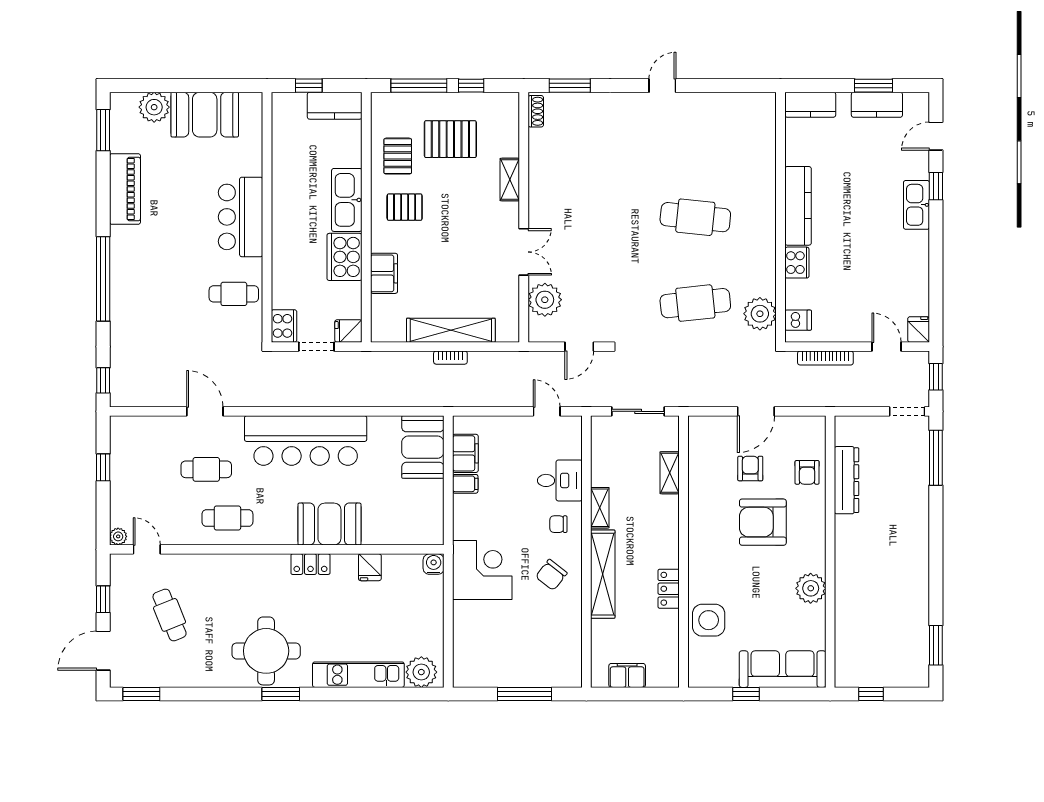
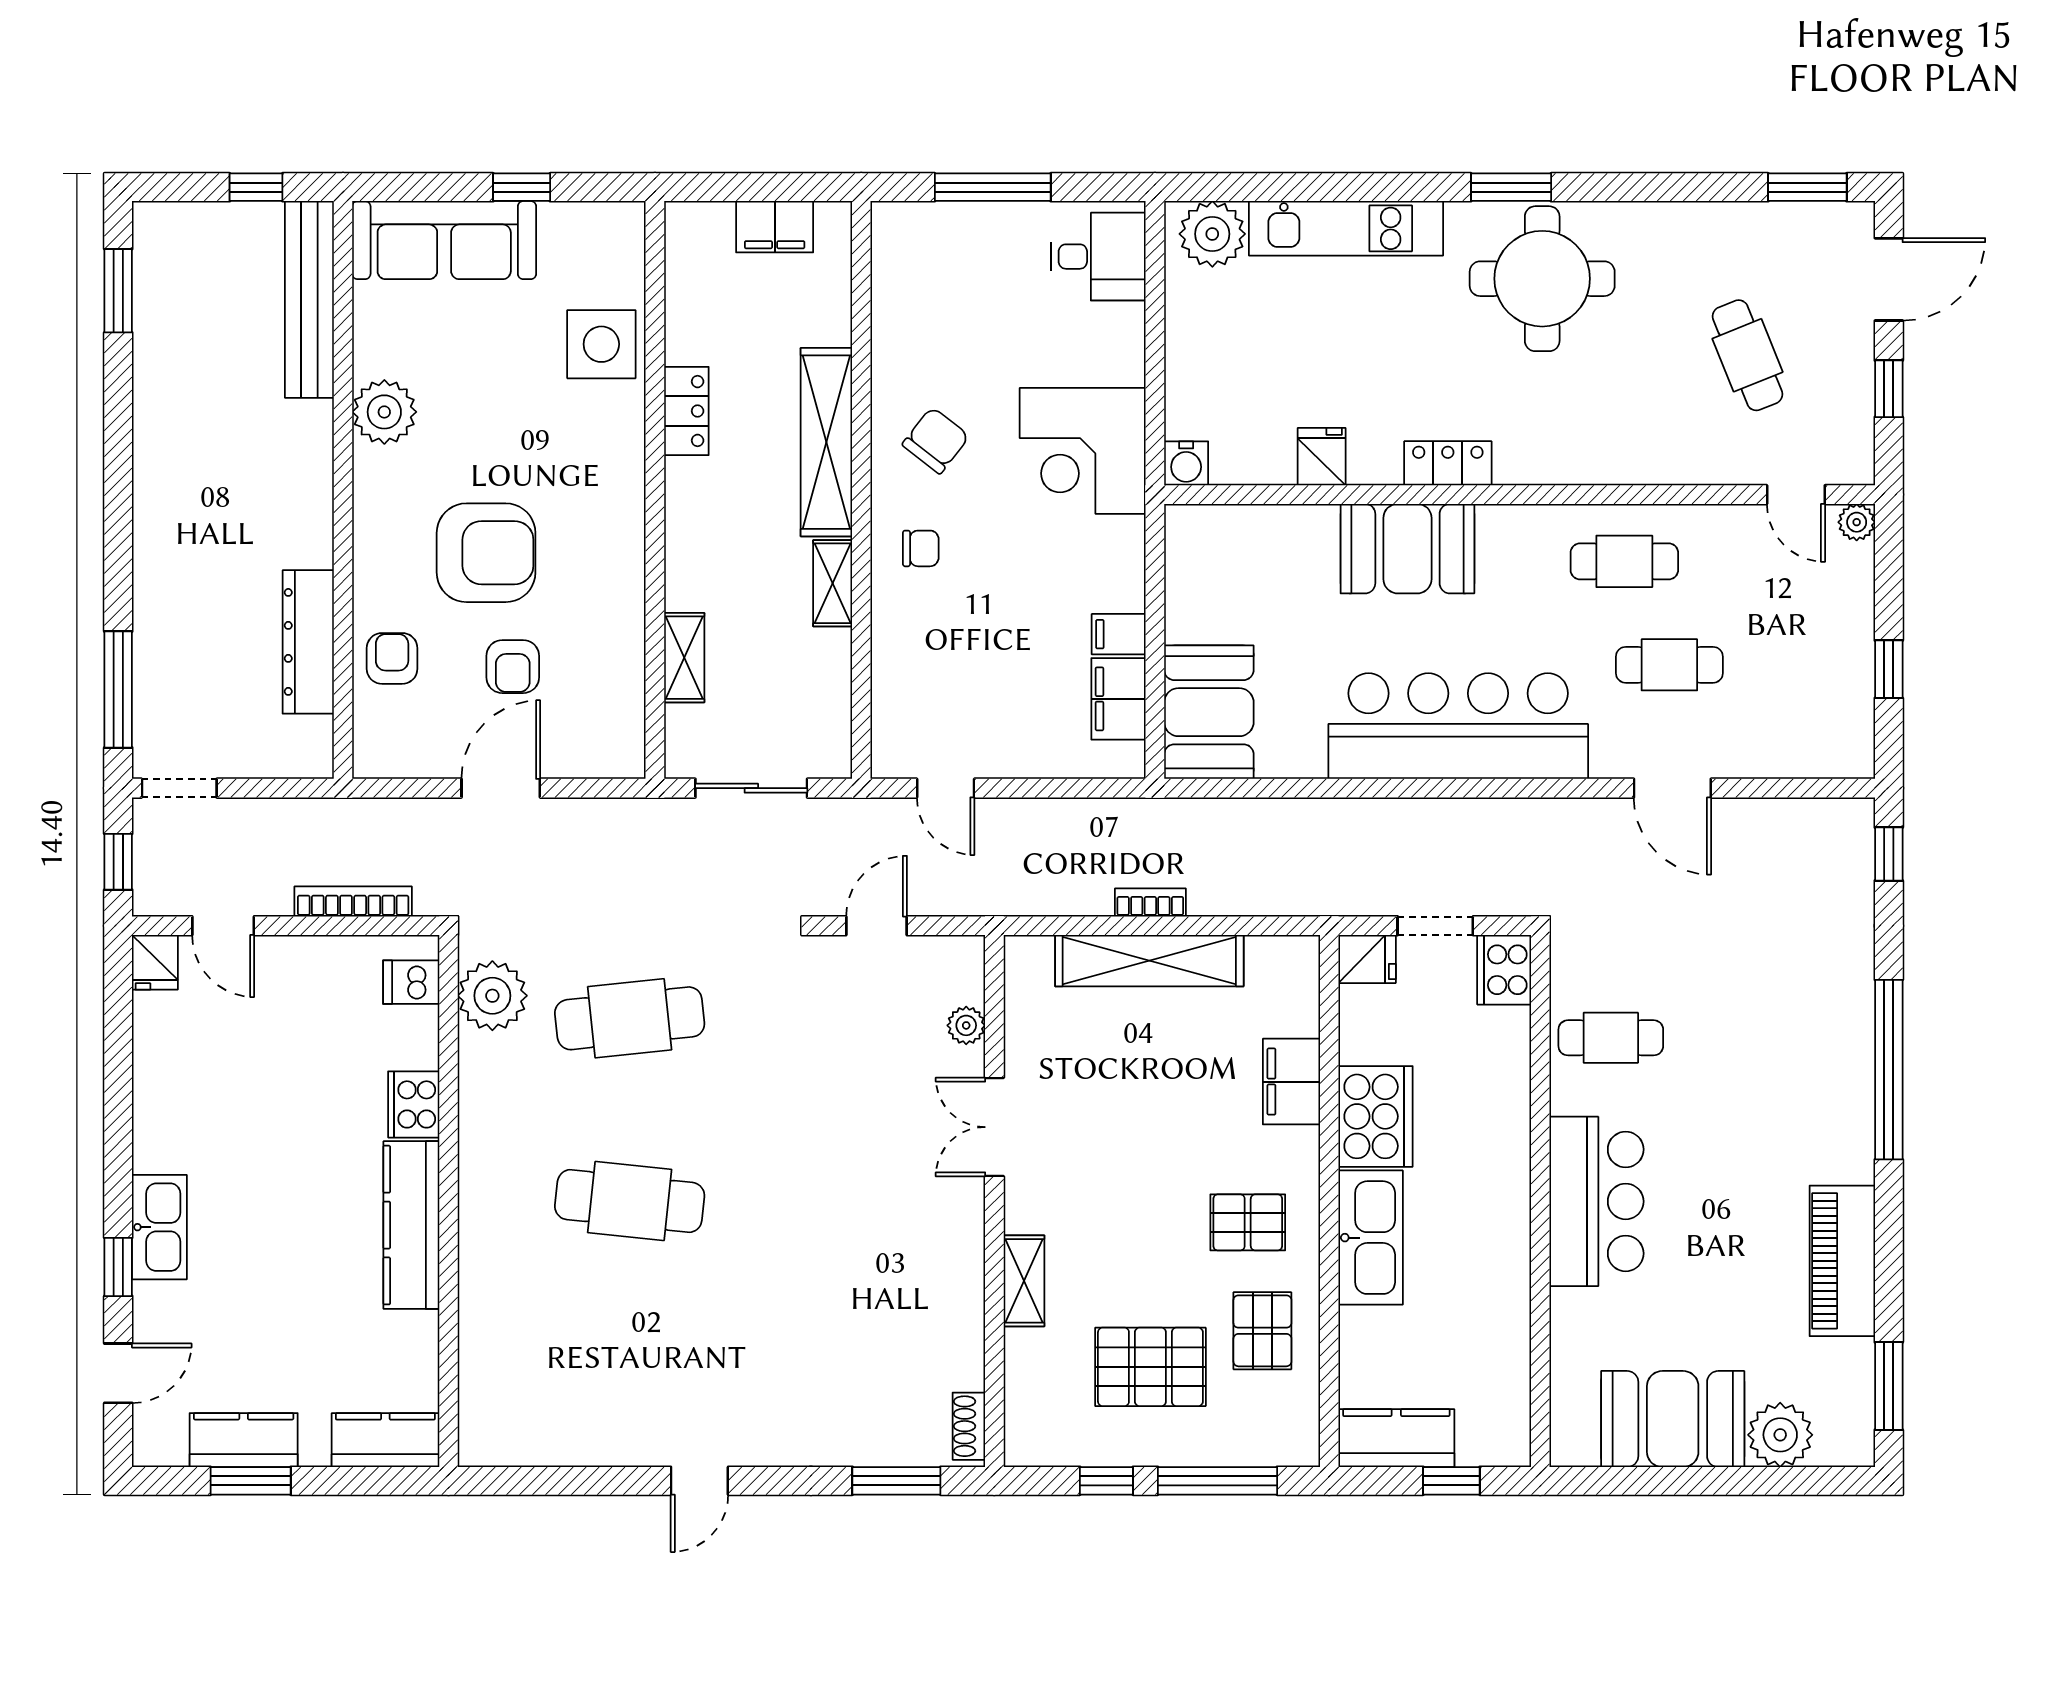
plant: (545, 300) -> (966, 1025), width x0.53, depth x0.53
desk: (560, 480) -> (1098, 257), moved, turned 180
bench: (846, 641) -> (309, 299), added

